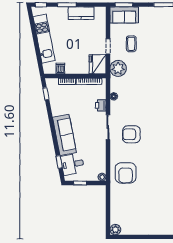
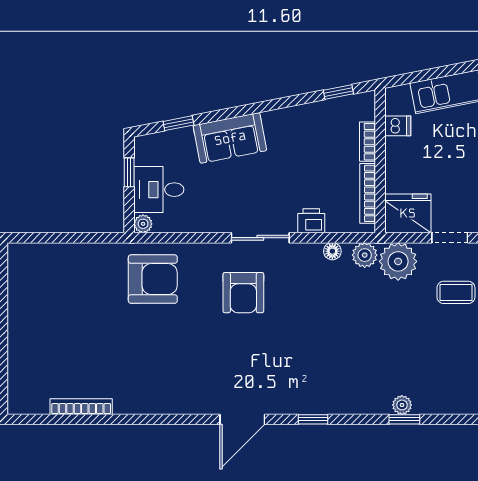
armchair: (131, 134) -> (243, 293), turned 180
sofa: (64, 135) -> (230, 138), width x0.73
desk: (72, 164) -> (159, 190), moved, turned -79
armchair: (126, 173) -> (153, 279), turned 180
plant: (115, 230) -> (365, 255), moved

